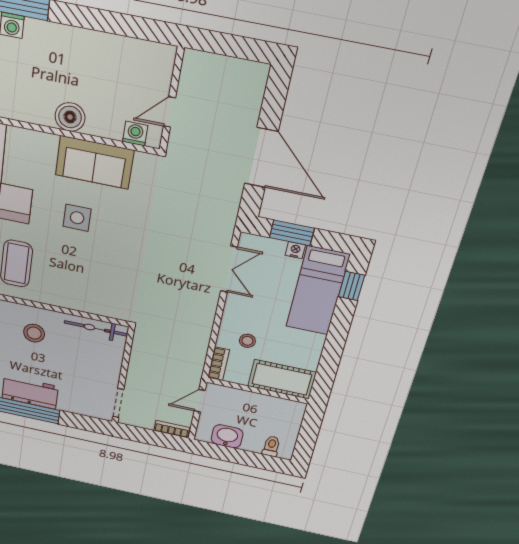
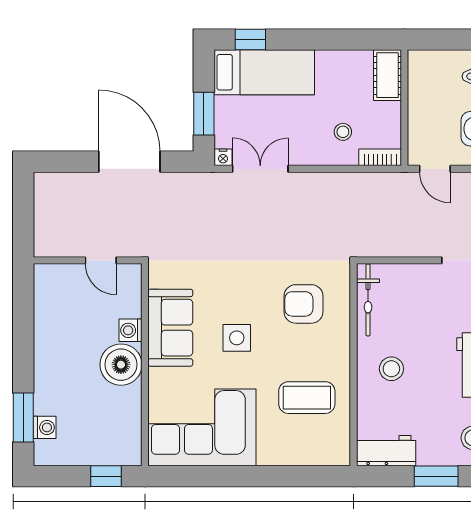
boiler: (70, 117) -> (121, 365), width x1.37, depth x1.37
washing machine: (135, 134) -> (130, 330), moved
door: (261, 158) -> (129, 162), hinge flipped
nightstand: (295, 250) -> (223, 157), moved, turned -90
armchair: (100, 278) -> (303, 304), added
cot: (282, 379) -> (388, 75), width x0.73, depth x0.75

